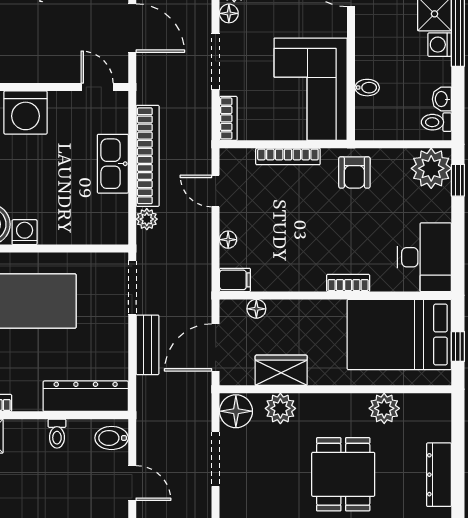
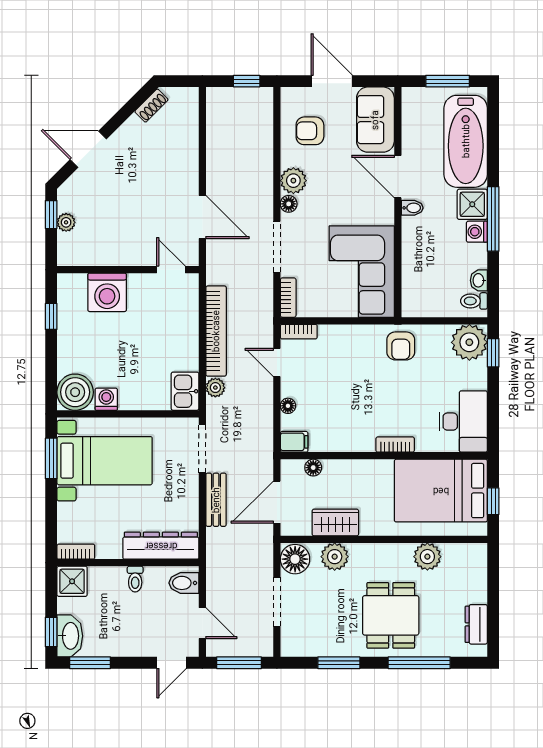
bidet: (367, 88) -> (412, 208), moved
bookcase: (288, 156) -> (299, 332), moved, width x0.64
kitchen sink: (113, 164) -> (185, 391), moved, width x0.73
dresser: (439, 475) -> (476, 624), width x0.70

